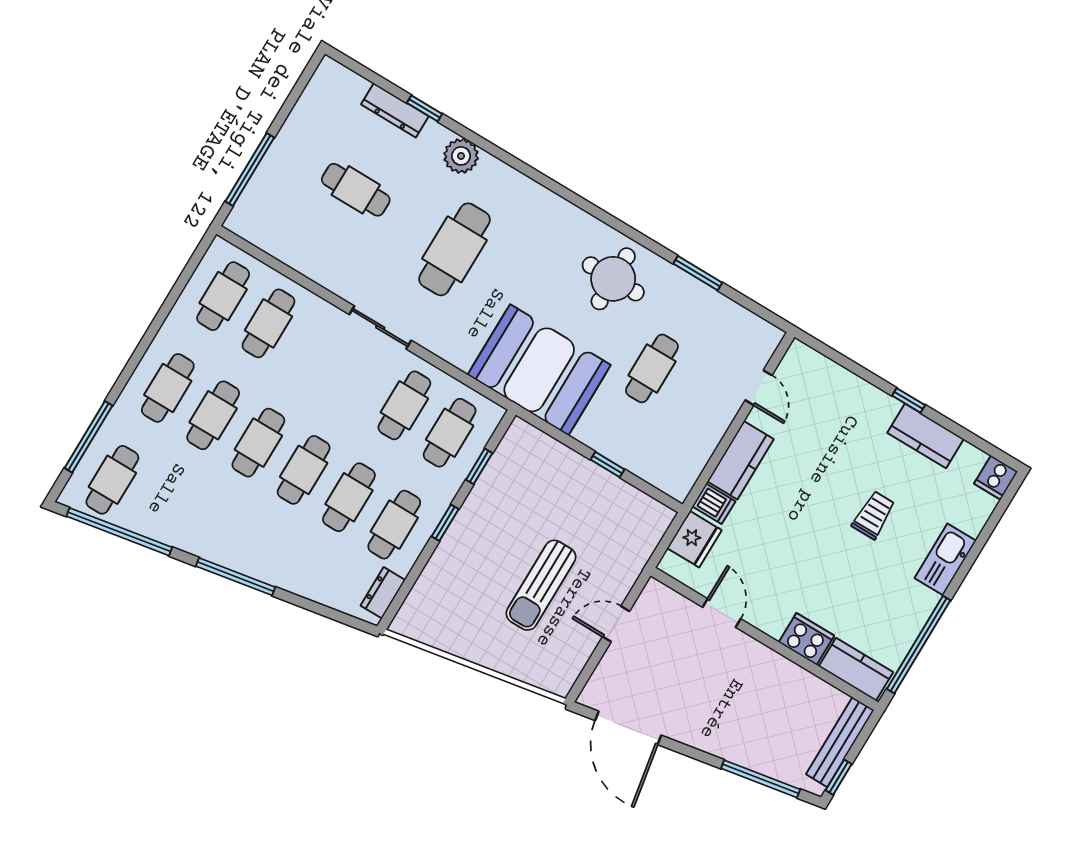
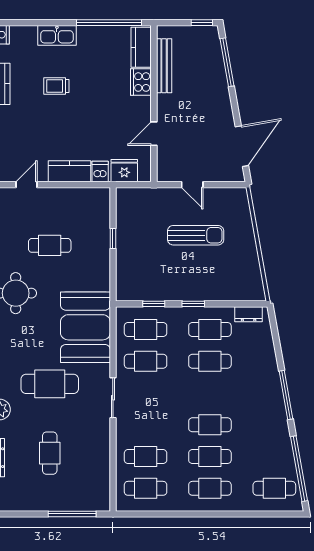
booth: (539, 370) -> (85, 327), moved
window: (88, 437) -> (260, 514), removed
cafe table: (304, 470) -> (210, 393), removed
bench: (840, 742) -> (164, 66), moved, turned 90

